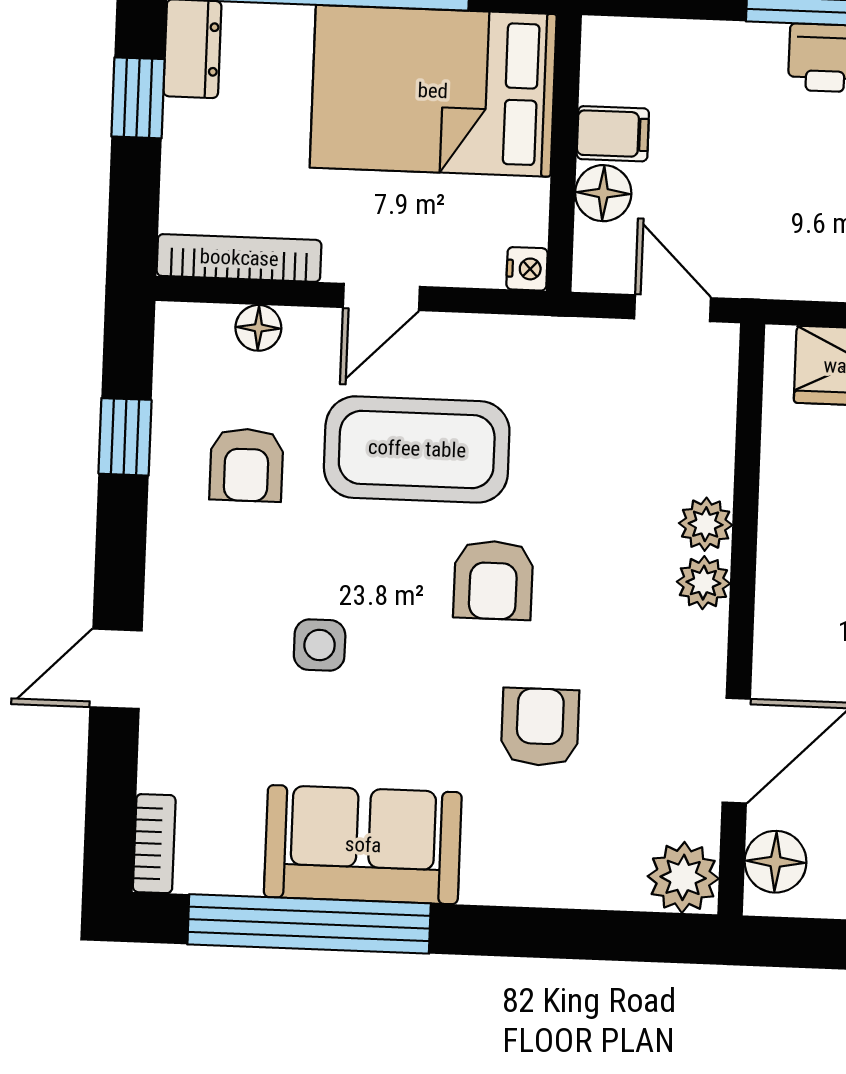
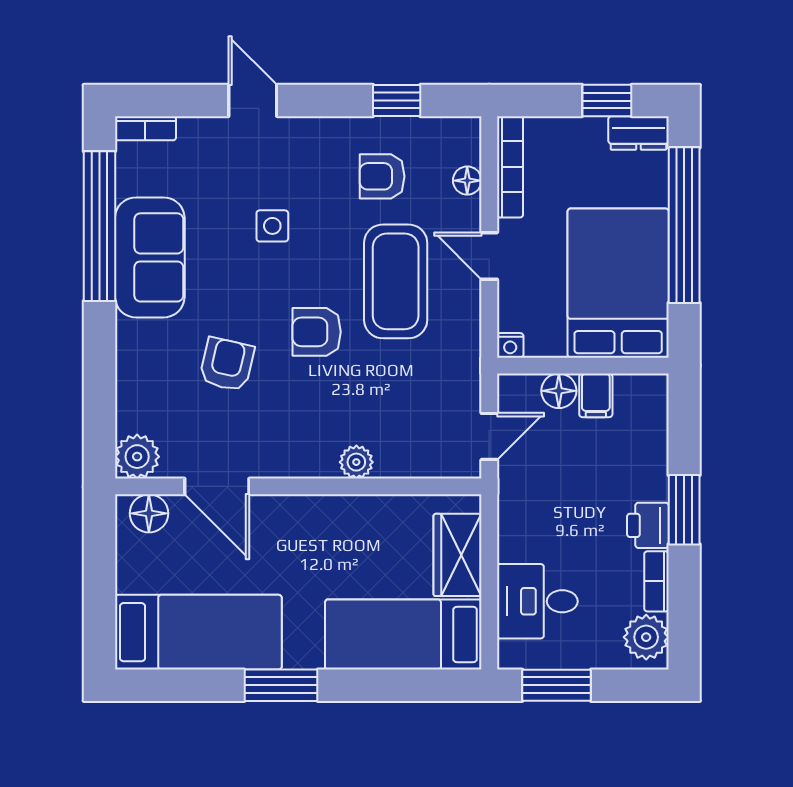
plant: (703, 583) -> (320, 462), removed
armchair: (540, 727) -> (227, 364), turned -77

